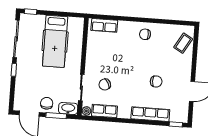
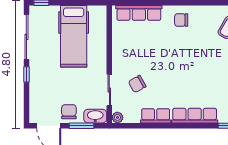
row of seats: (104, 25) -> (139, 13), width x1.48
chair: (156, 81) -> (199, 76), removed
row of seats: (104, 111) -> (156, 116), moved

